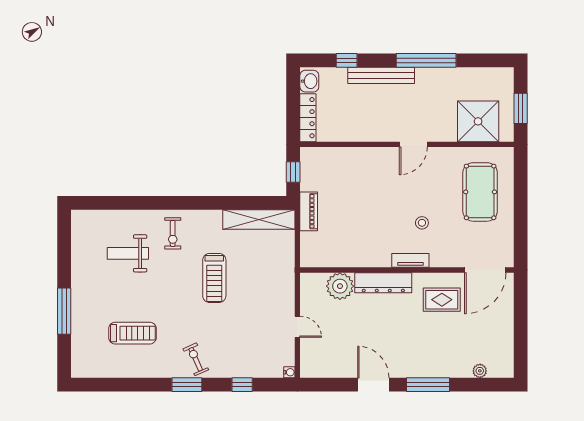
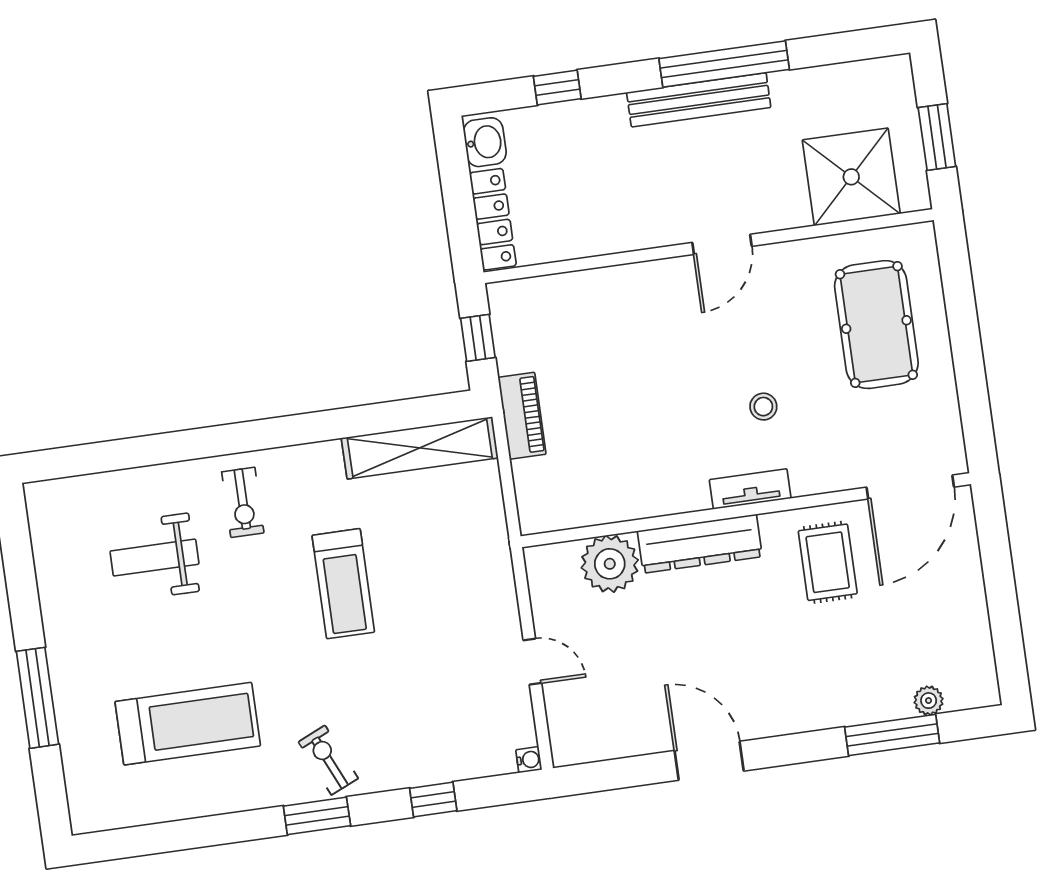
bench: (381, 75) -> (699, 100), moved
rug: (442, 300) -> (828, 562), turned 90
treadmill: (132, 333) -> (188, 724), width x1.37, depth x1.38
window: (428, 385) -> (892, 735), moved

